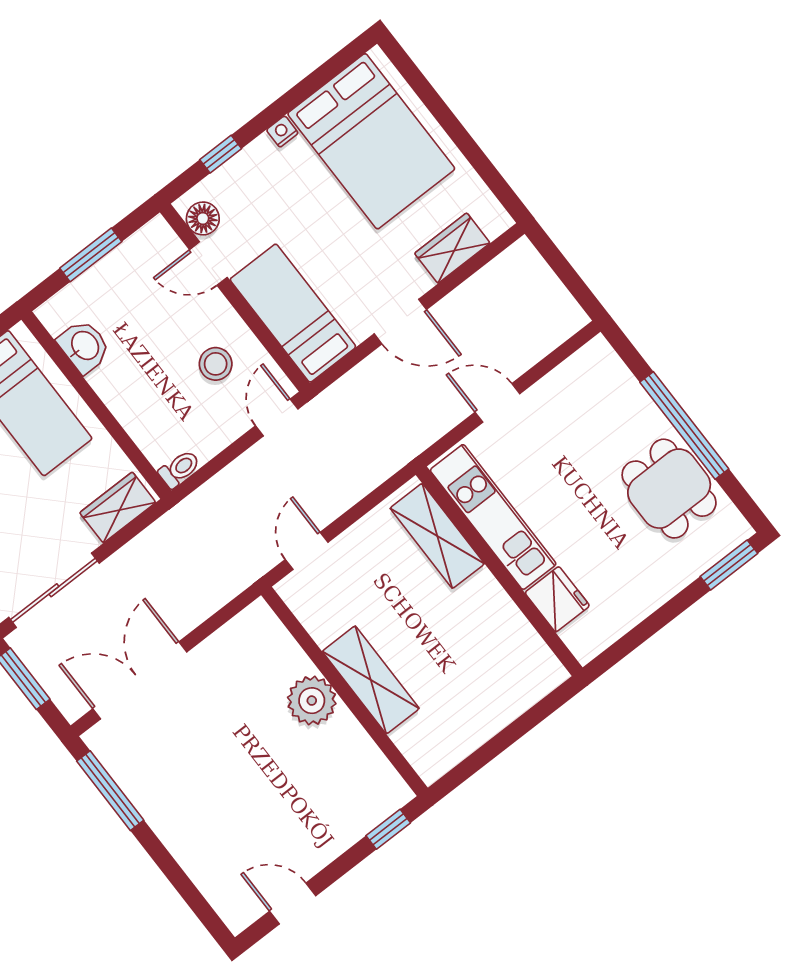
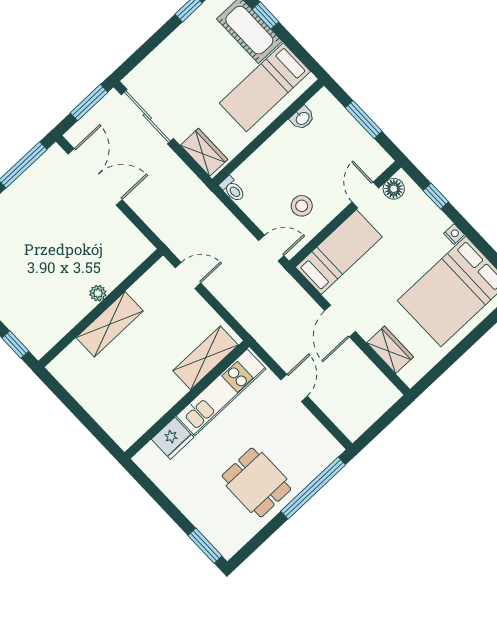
washbasin: (84, 346) -> (302, 118), width x0.72, depth x0.69
window: (684, 425) -> (313, 488), moved
dining table: (669, 489) -> (256, 482), moved, turned 90
plant: (312, 701) -> (98, 293), width x0.53, depth x0.53

